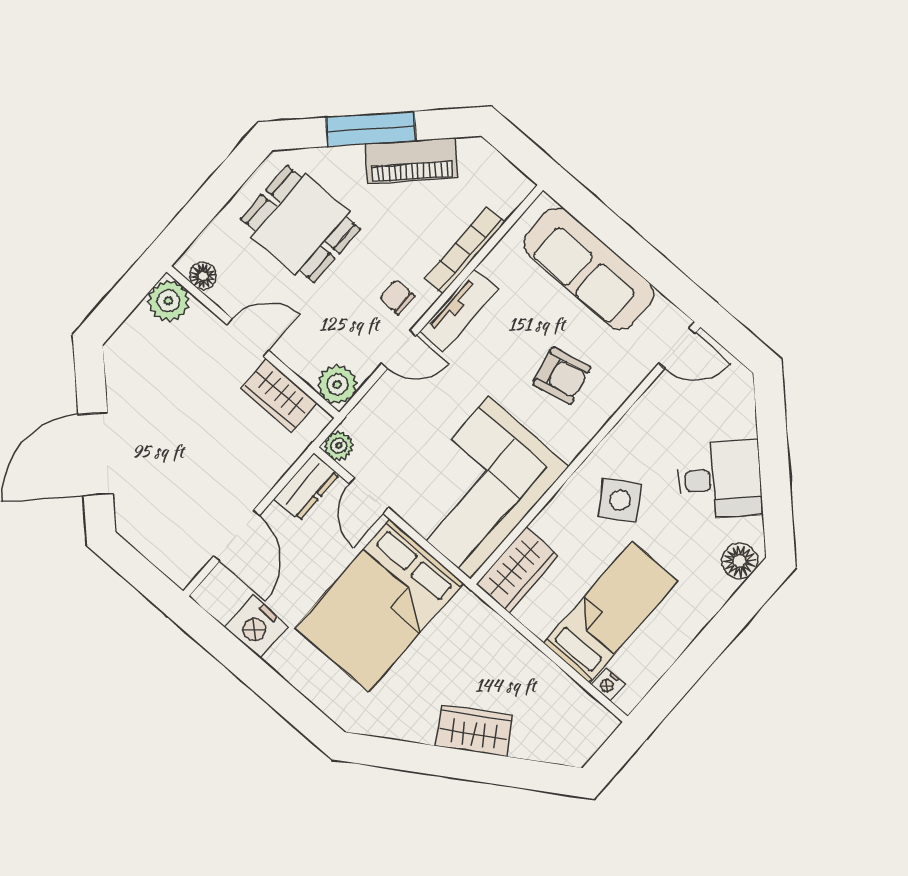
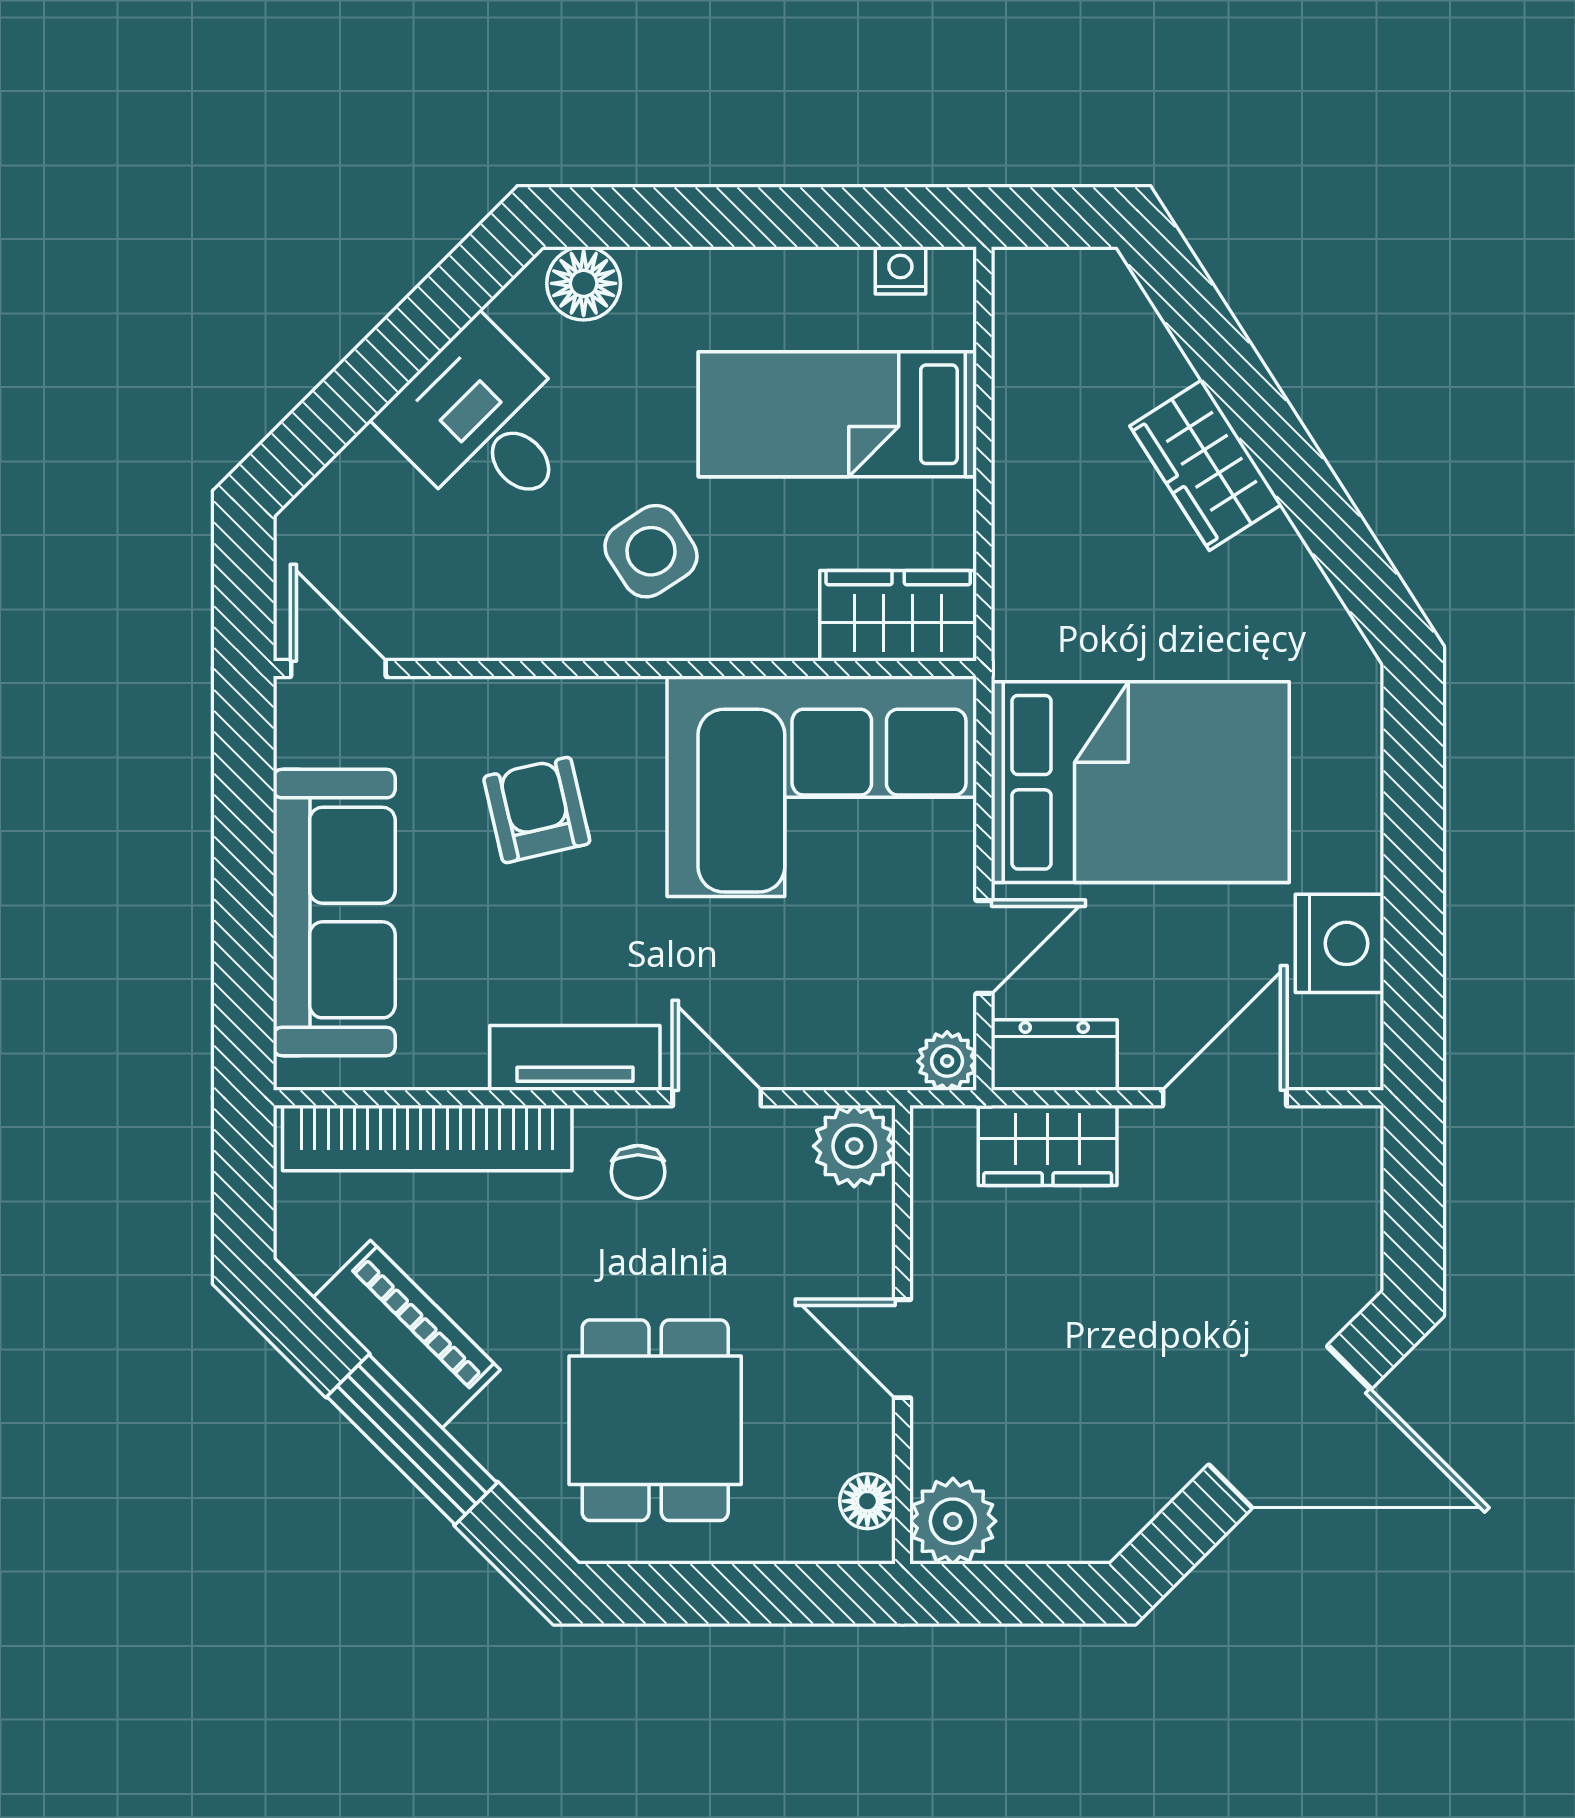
bookcase: (464, 250) -> (427, 1138), width x1.48, depth x1.31
wardrobe: (279, 395) -> (1048, 1145), moved, turned 90
nightstand: (608, 684) -> (900, 270), moved, turned -90

